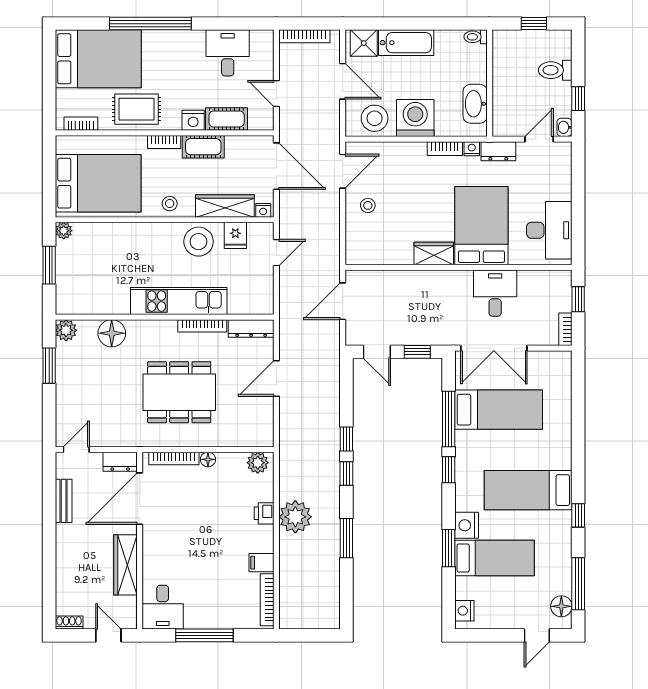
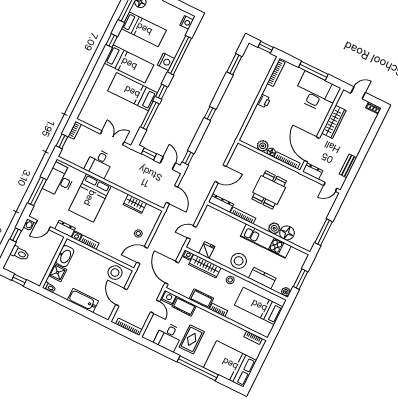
shower: (364, 43) -> (58, 273), moved
rug: (137, 109) -> (192, 339), moved, turned 90
washing machine: (415, 118) -> (96, 263), removed
nightstand: (193, 120) -> (169, 298), moved
bed: (98, 183) -> (259, 306), width x0.67
window: (578, 192) -> (37, 191), added
kitchen counter: (116, 234) -> (262, 278), added
stool: (199, 242) -> (239, 261), moved
wardrobe: (434, 254) -> (135, 204), moved
kitchen unit: (179, 301) -> (266, 241), moved
door: (343, 301) -> (172, 195), hinge flipped
plant: (66, 330) -> (274, 228), moved
double door: (494, 348) -> (112, 138), width x0.73
window: (49, 366) -> (324, 232), width x1.44
dining table: (179, 392) -> (269, 190), width x0.73
bed: (499, 410) -> (132, 92), moved
window: (346, 439) -> (188, 158), moved
plant: (258, 463) -> (263, 146), moved
door: (140, 499) -> (312, 149), swing flipped
printer: (264, 513) -> (264, 101), moved
plant: (295, 517) -> (244, 105), removed
window: (346, 538) -> (234, 64), moved
window: (449, 548) -> (180, 55), width x2.11
bed: (495, 558) -> (144, 29), moved, turned 180
filing cabinet: (261, 563) -> (270, 92), removed
desk: (163, 607) -> (316, 93), width x1.87, depth x1.30
door: (108, 635) -> (358, 93), swing flipped
window: (307, 635) -> (266, 47), added

